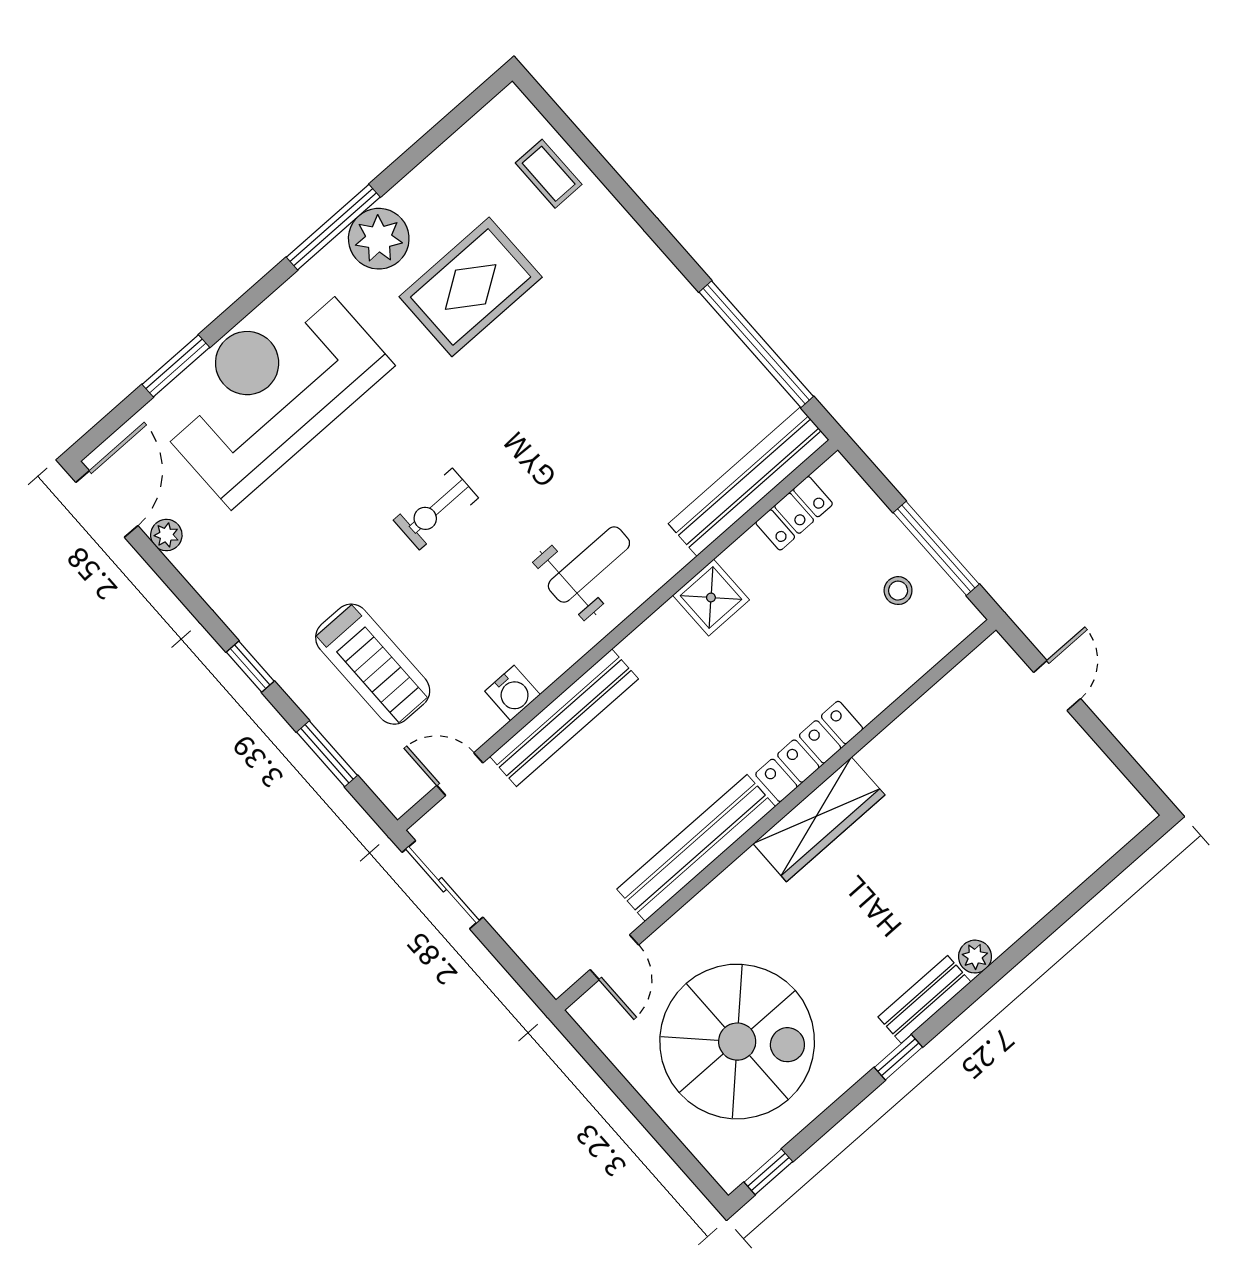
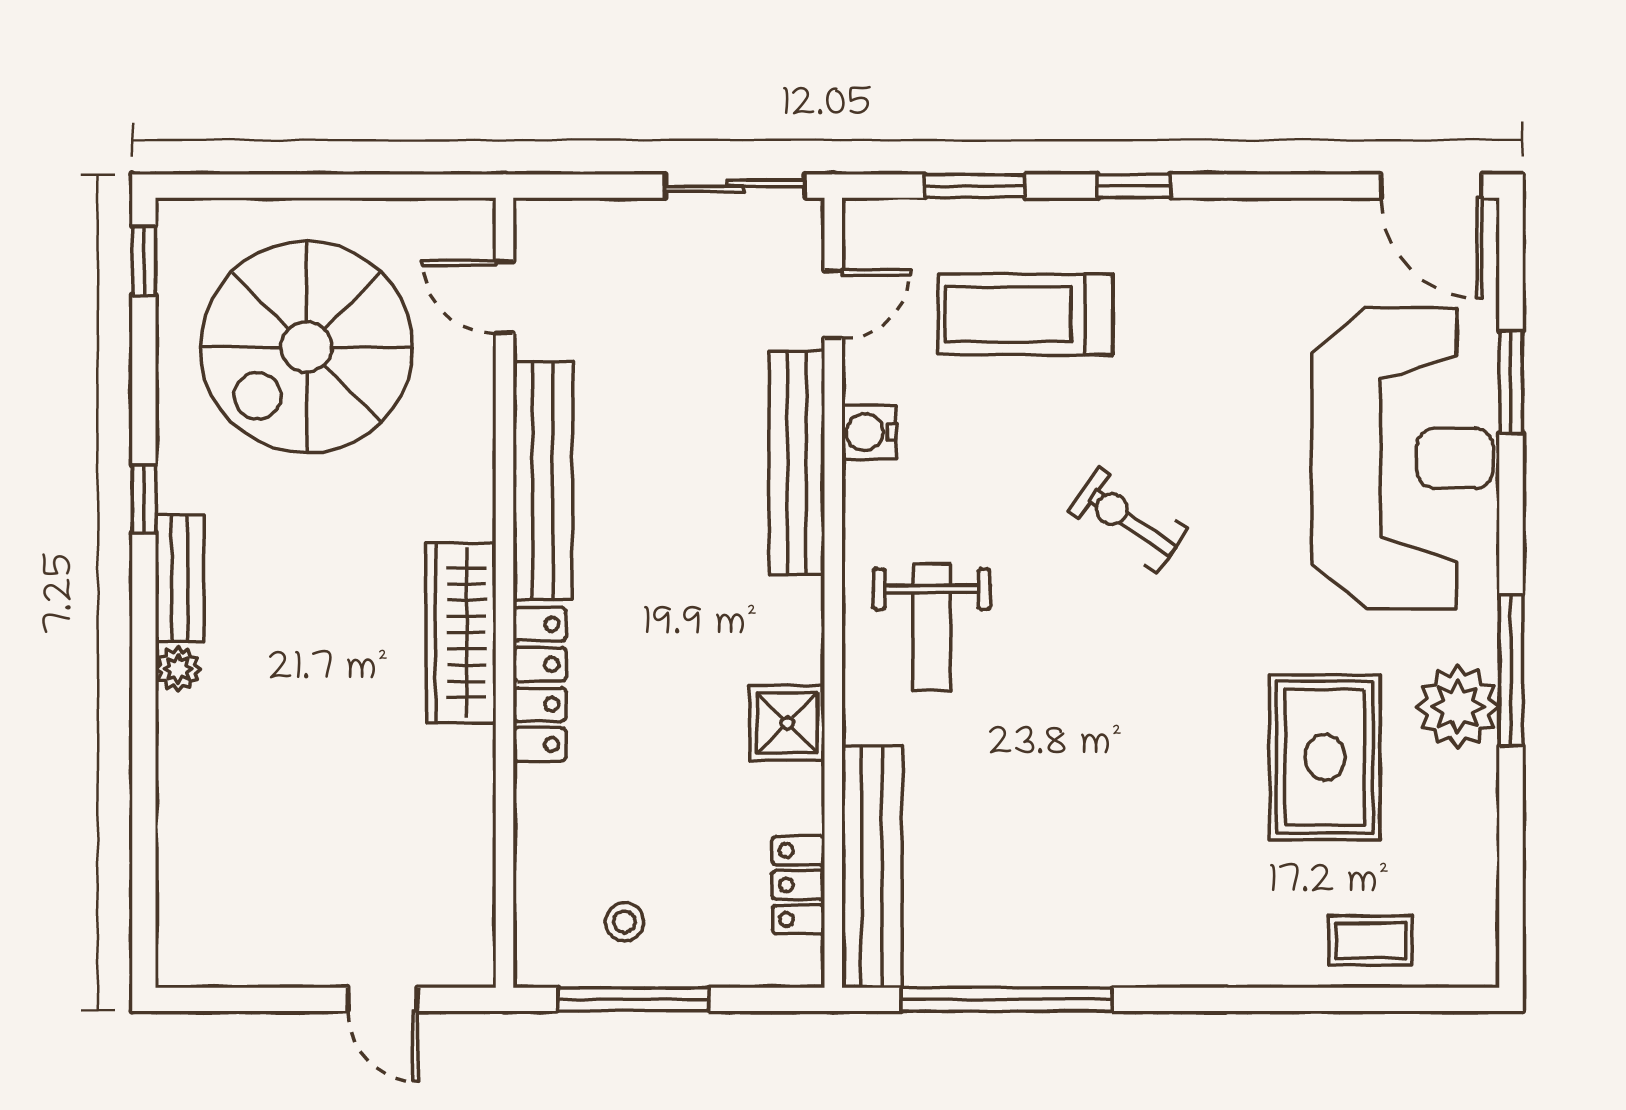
exercise bike: (436, 509) -> (1128, 520), turned -55
plant: (166, 535) -> (1346, 219), removed

